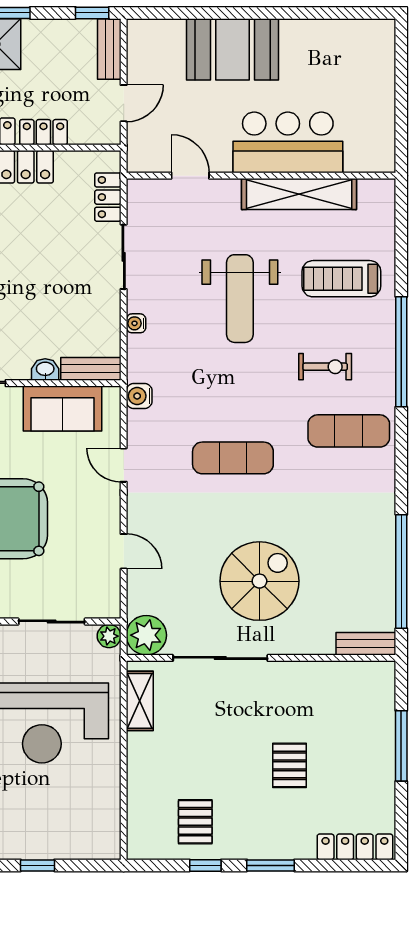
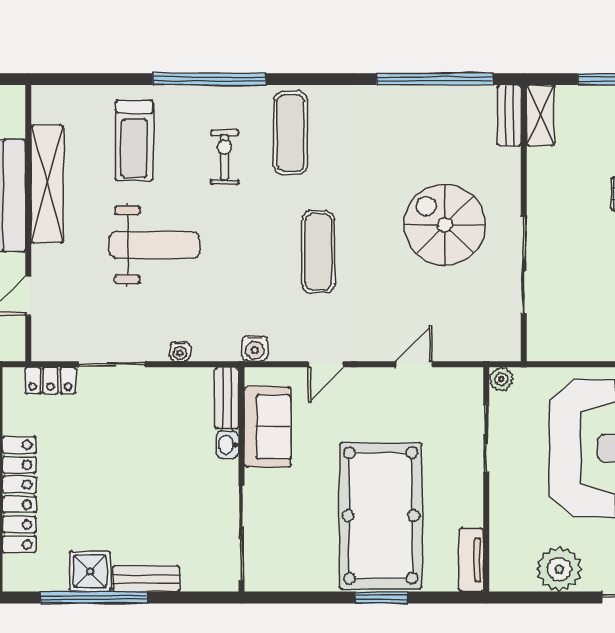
plant: (146, 635) -> (500, 341), removed
shelving: (140, 701) -> (540, 115), moved, turned 90

